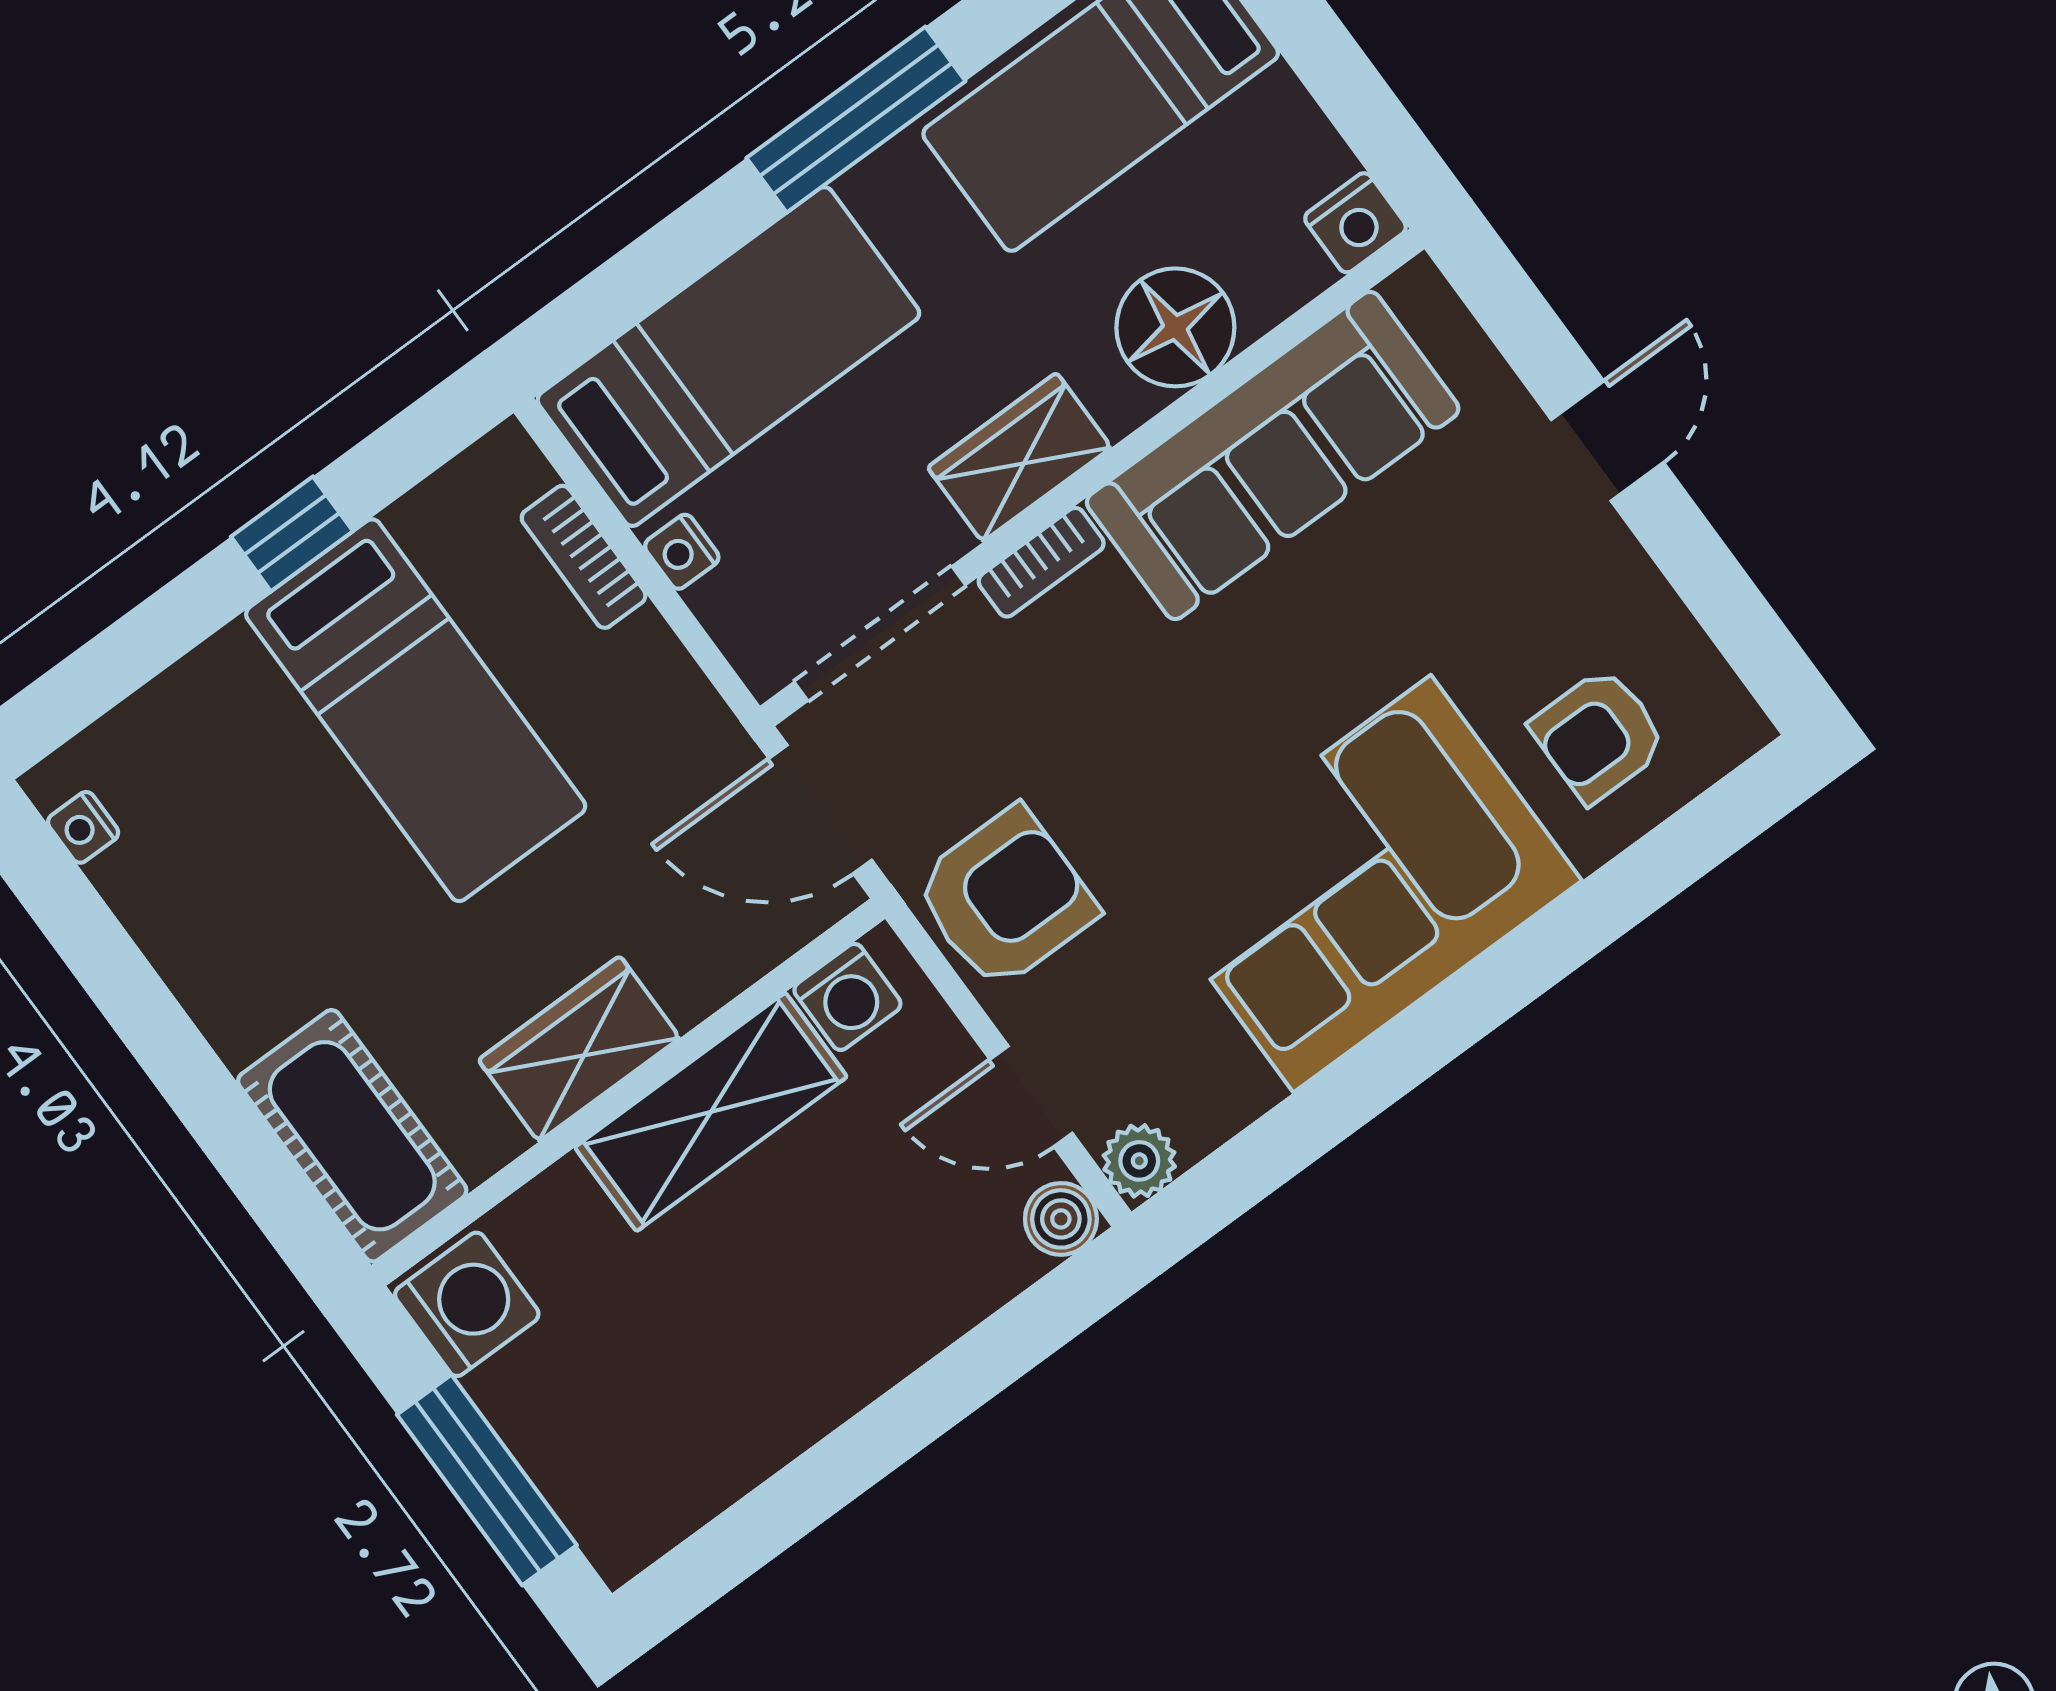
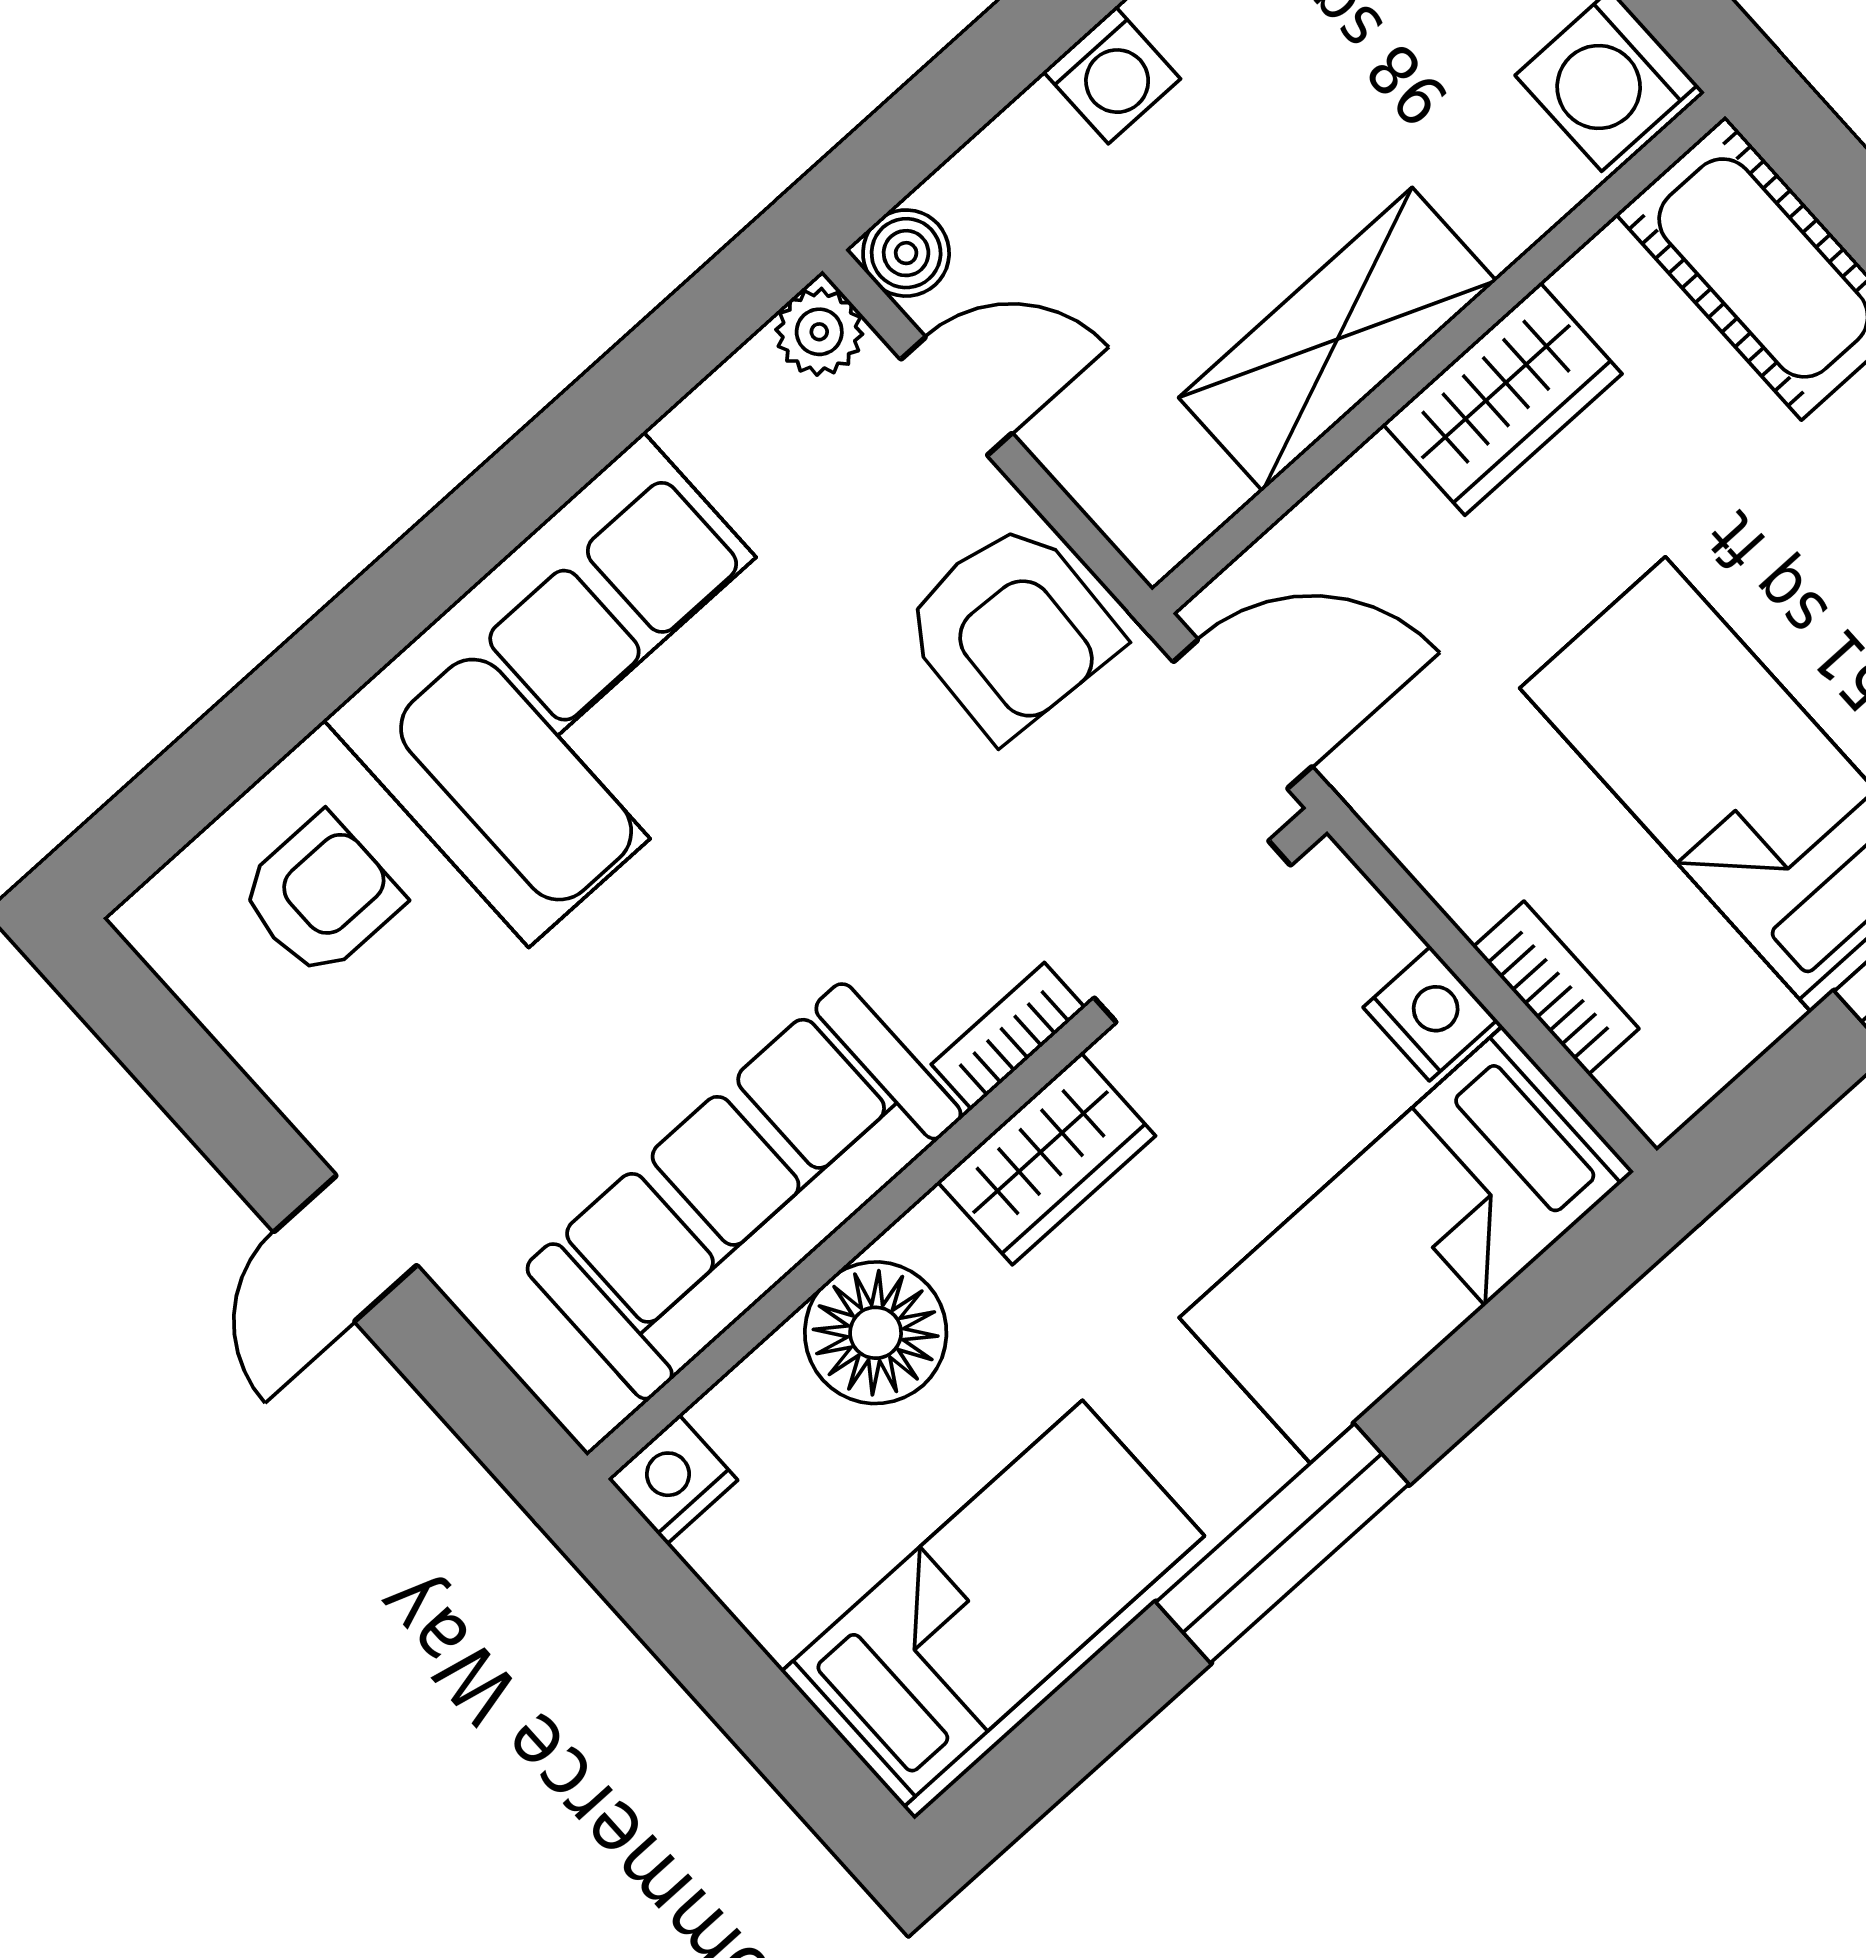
nightstand: (682, 552) -> (1430, 1014), width x1.39, depth x1.35
armchair: (1005, 898) -> (1011, 630), turned -87
washing machine: (847, 997) -> (1112, 75), moved, turned 180

